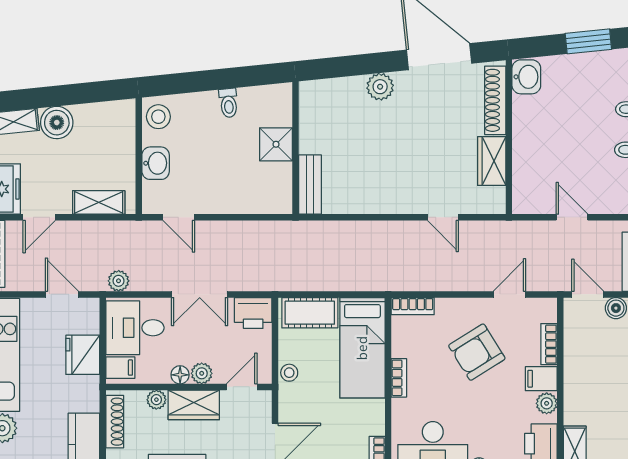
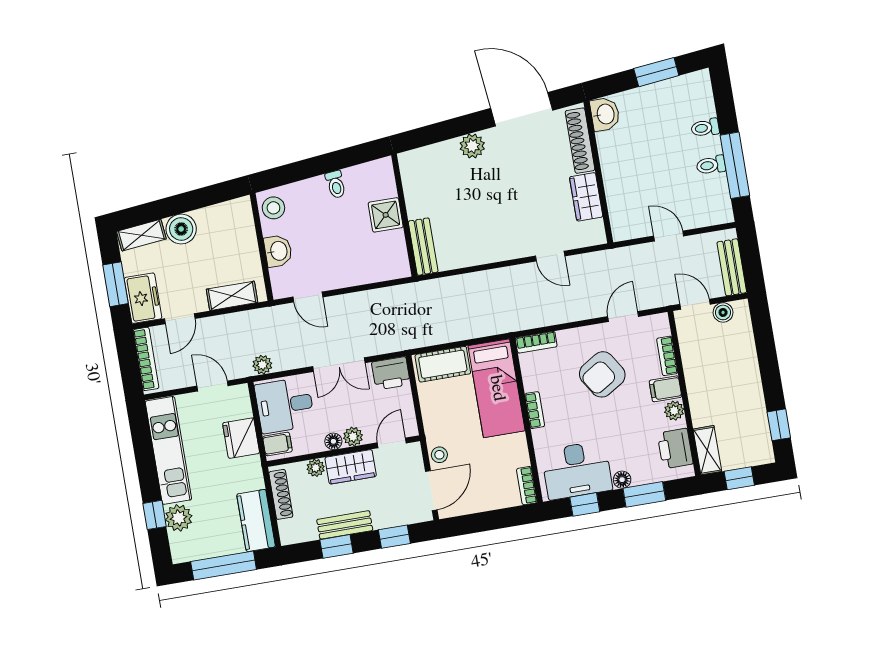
stool: (289, 373) -> (439, 455), moved

